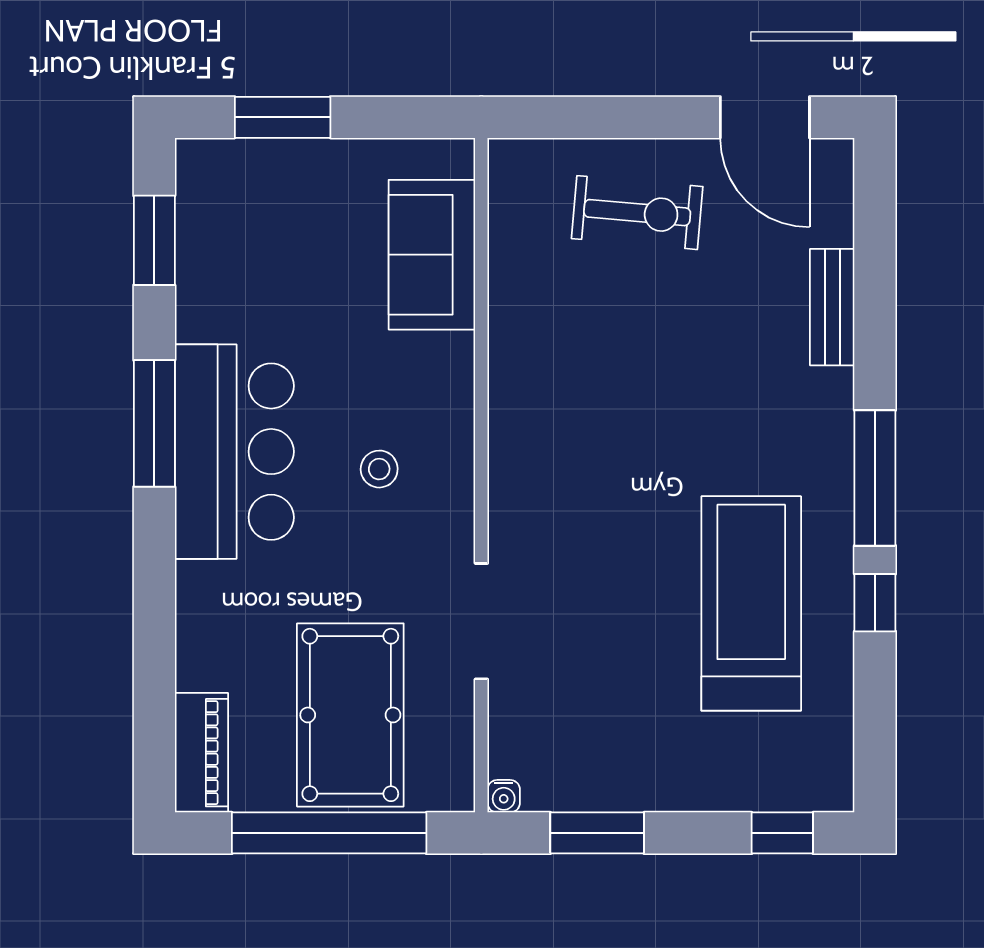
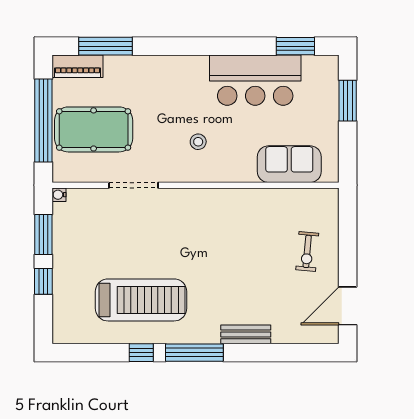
exercise bike: (637, 213) -> (307, 251), width x0.73, depth x0.72
bench: (832, 307) -> (246, 334), moved
window: (154, 423) -> (105, 46), moved
bar counter: (234, 452) -> (255, 80), moved
window: (782, 833) -> (43, 281), moved

